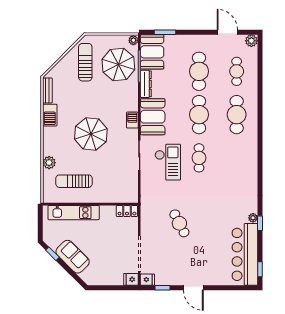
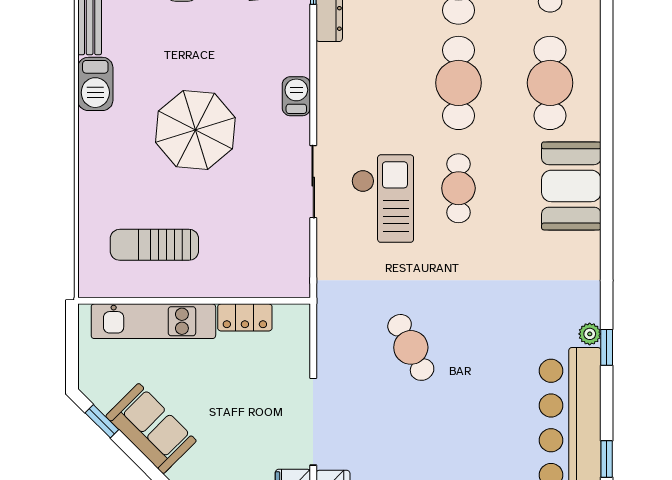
booth: (153, 117) -> (571, 186), moved
plant: (49, 163) -> (94, 200), removed
locker: (127, 211) -> (245, 317), moved

